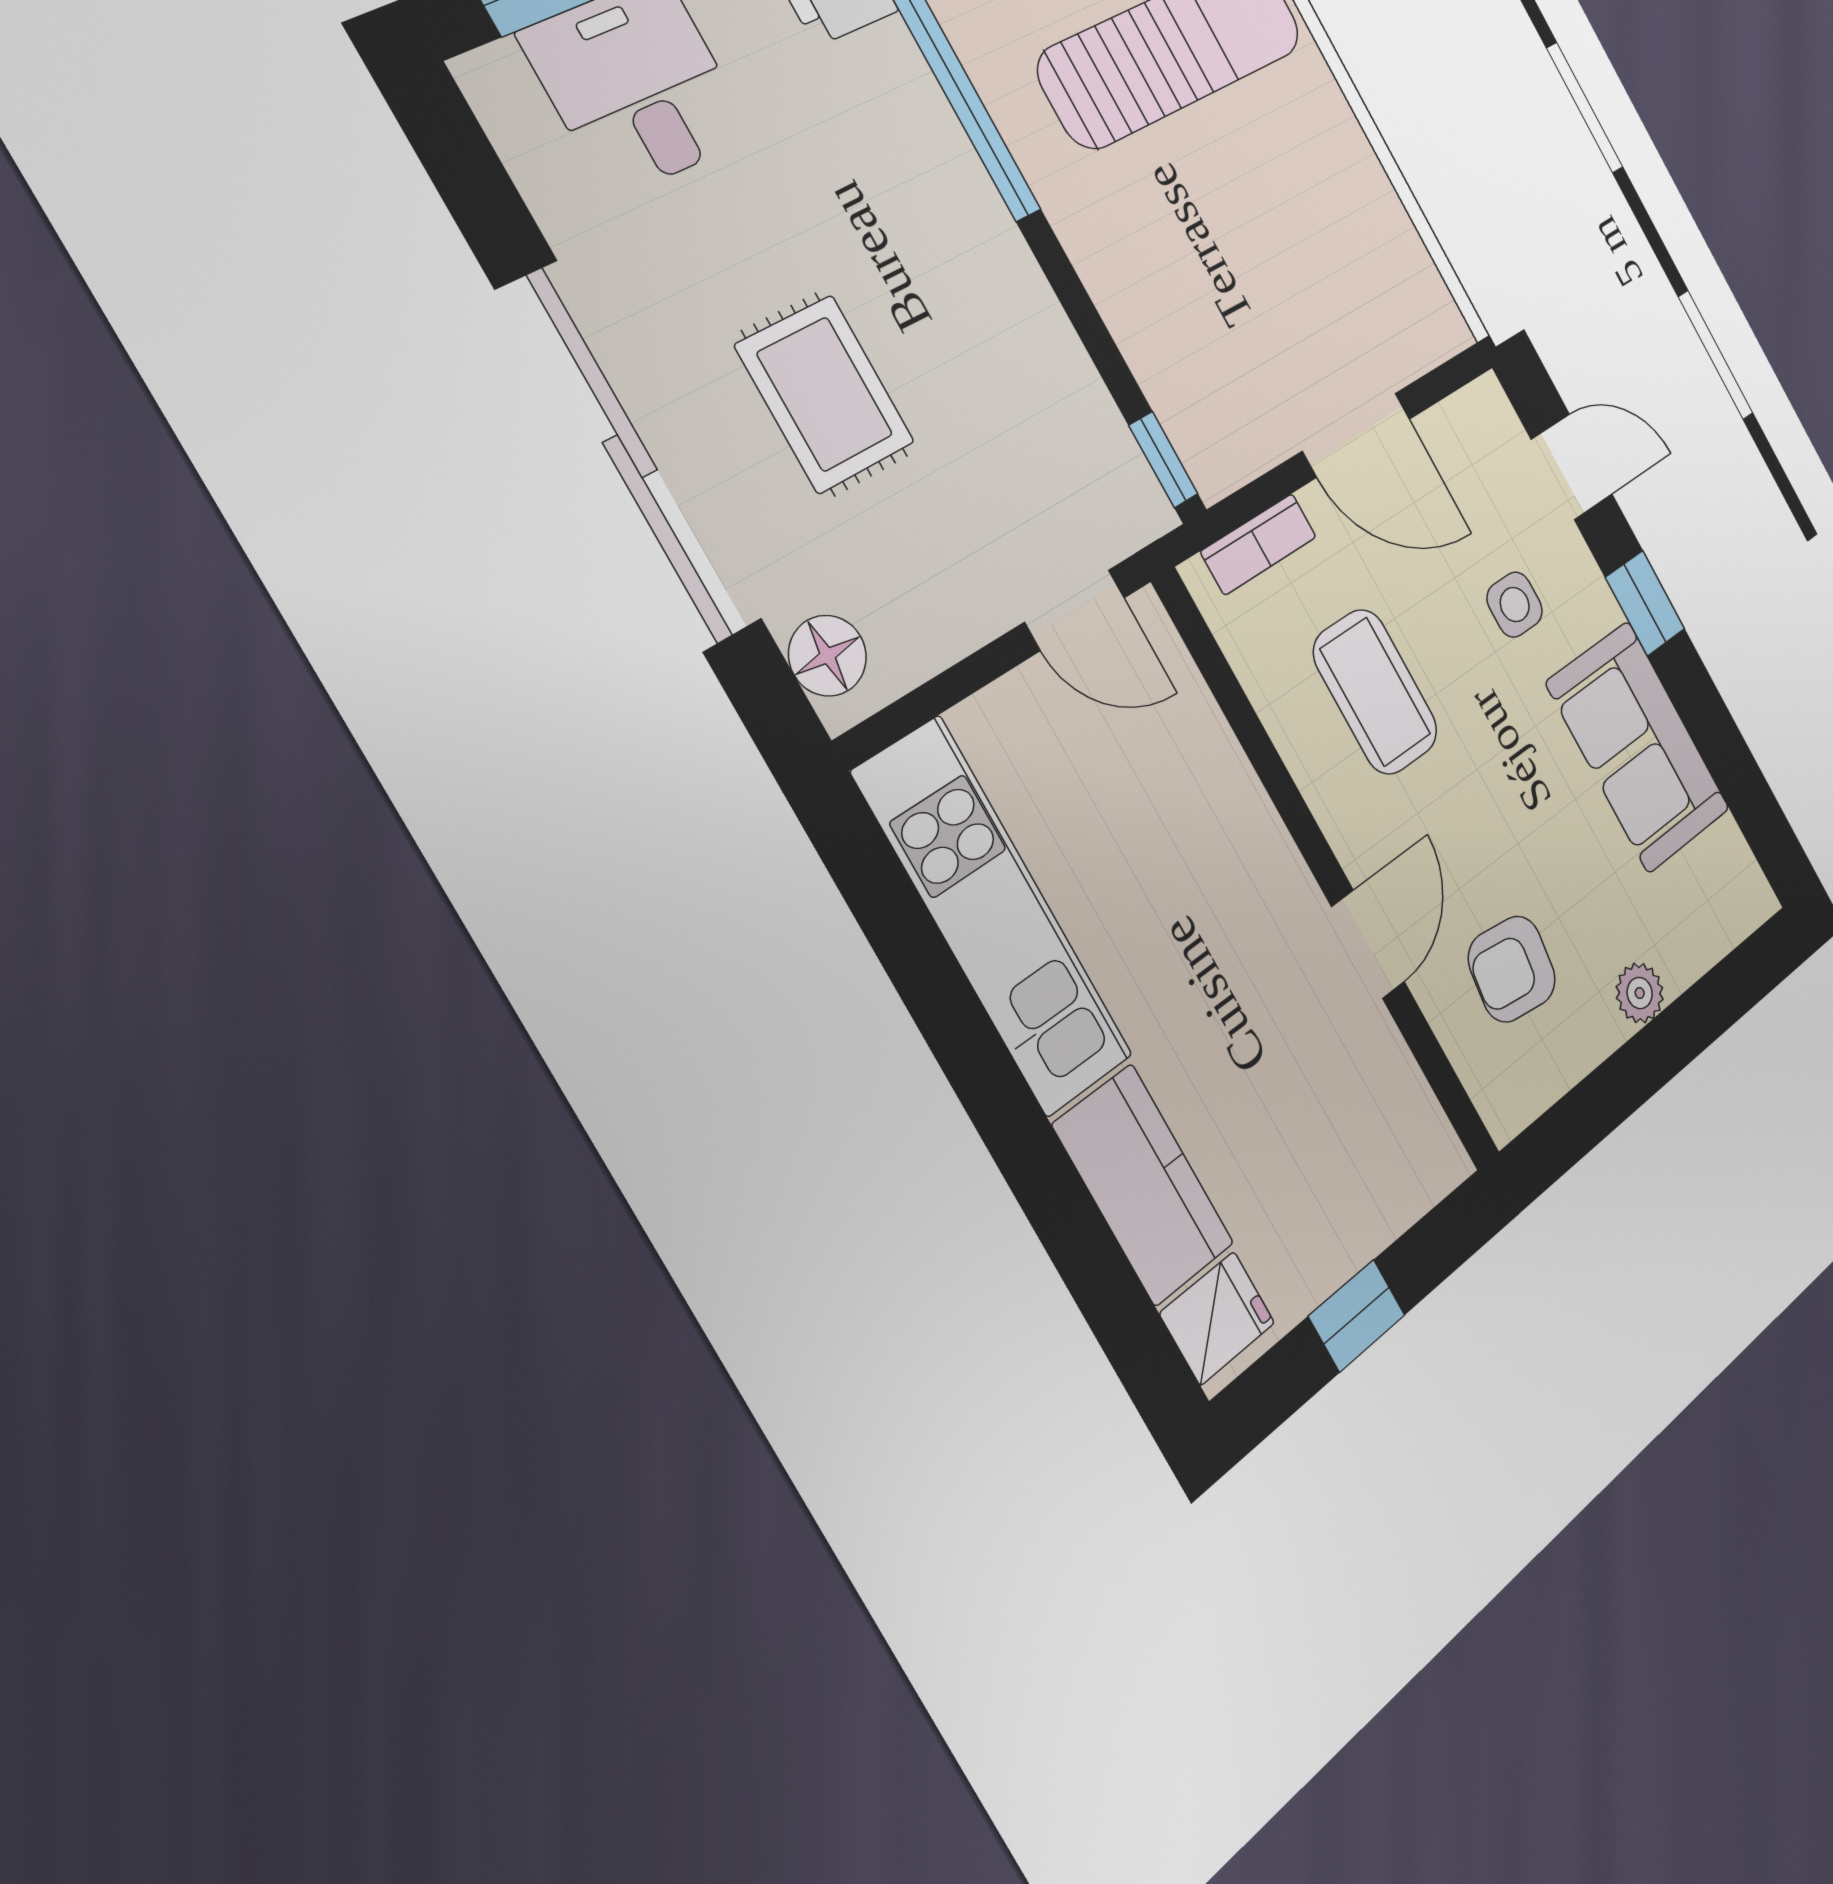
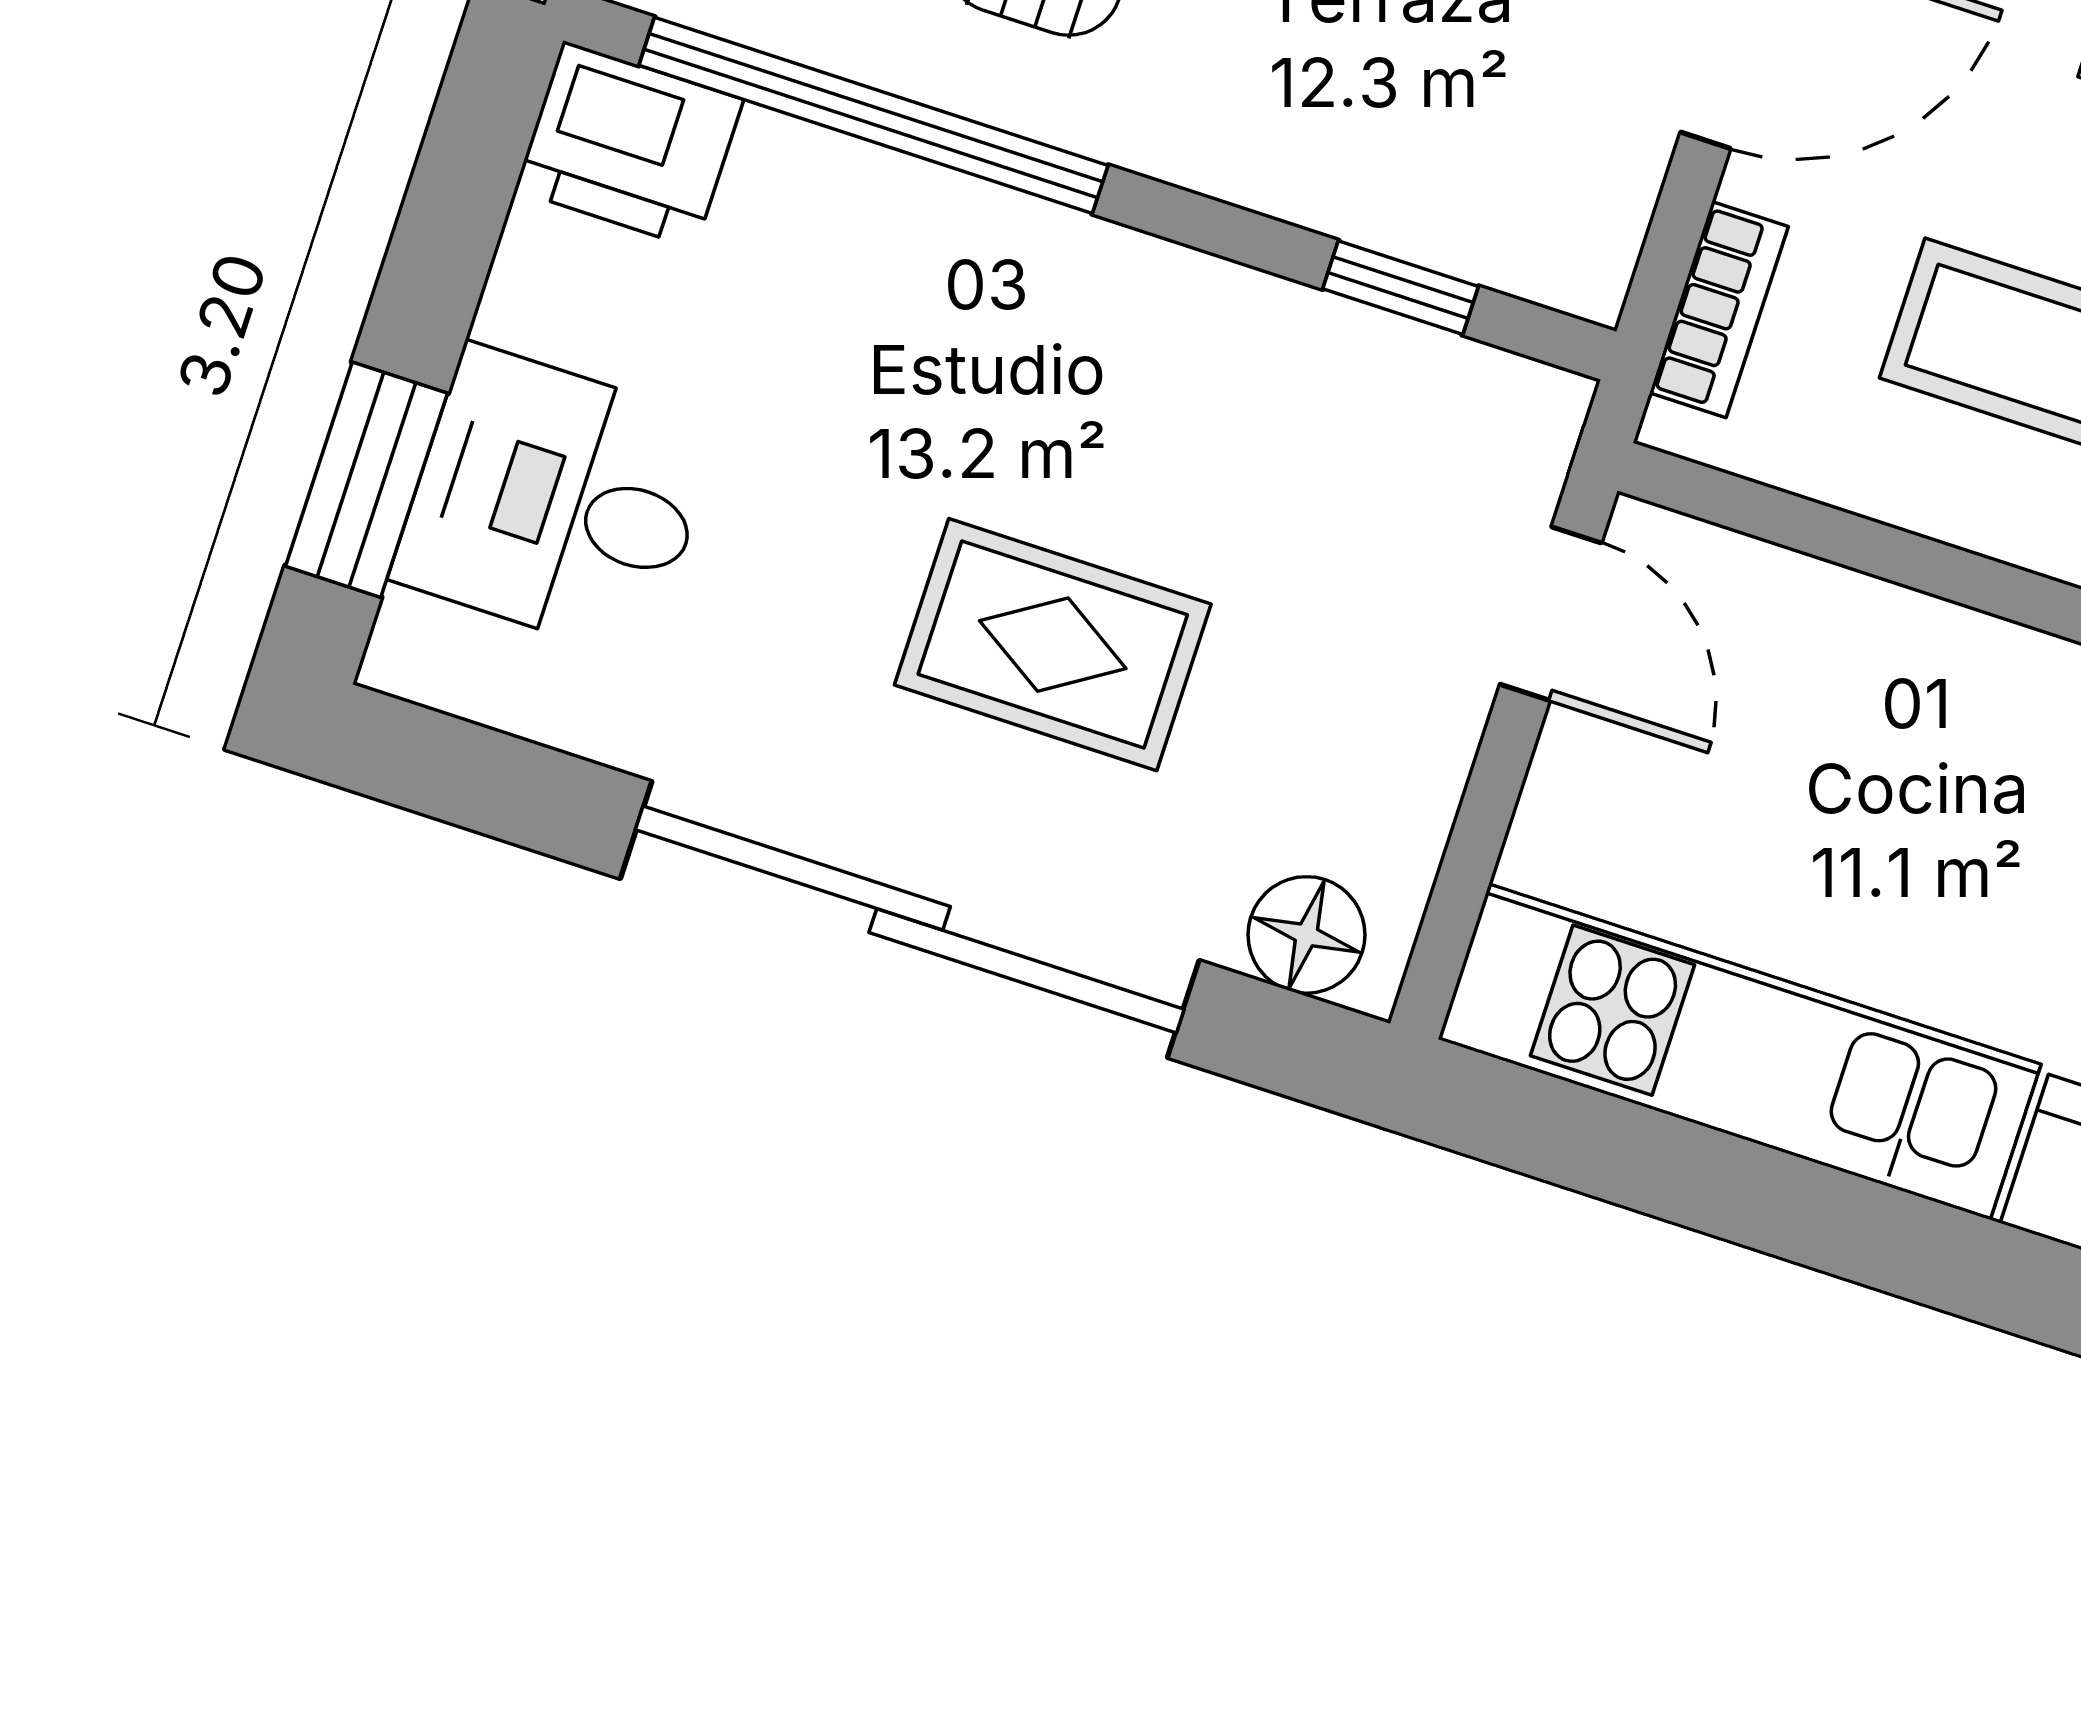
window: (1163, 460) -> (1400, 288), moved
door: (1075, 610) -> (1551, 614), hinge flipped

